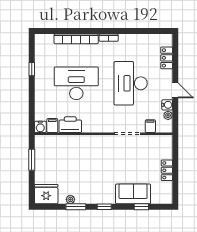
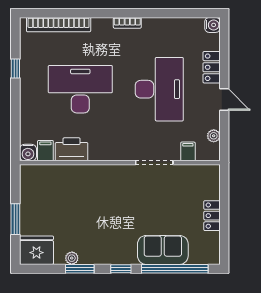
bookcase: (76, 39) -> (59, 25), moved
locker: (167, 58) -> (212, 67), moved
desk: (131, 83) -> (159, 89), turned 180
water cooler: (167, 105) -> (212, 25), moved
window: (32, 160) -> (15, 219), moved
window: (141, 207) -> (175, 269), width x3.17

